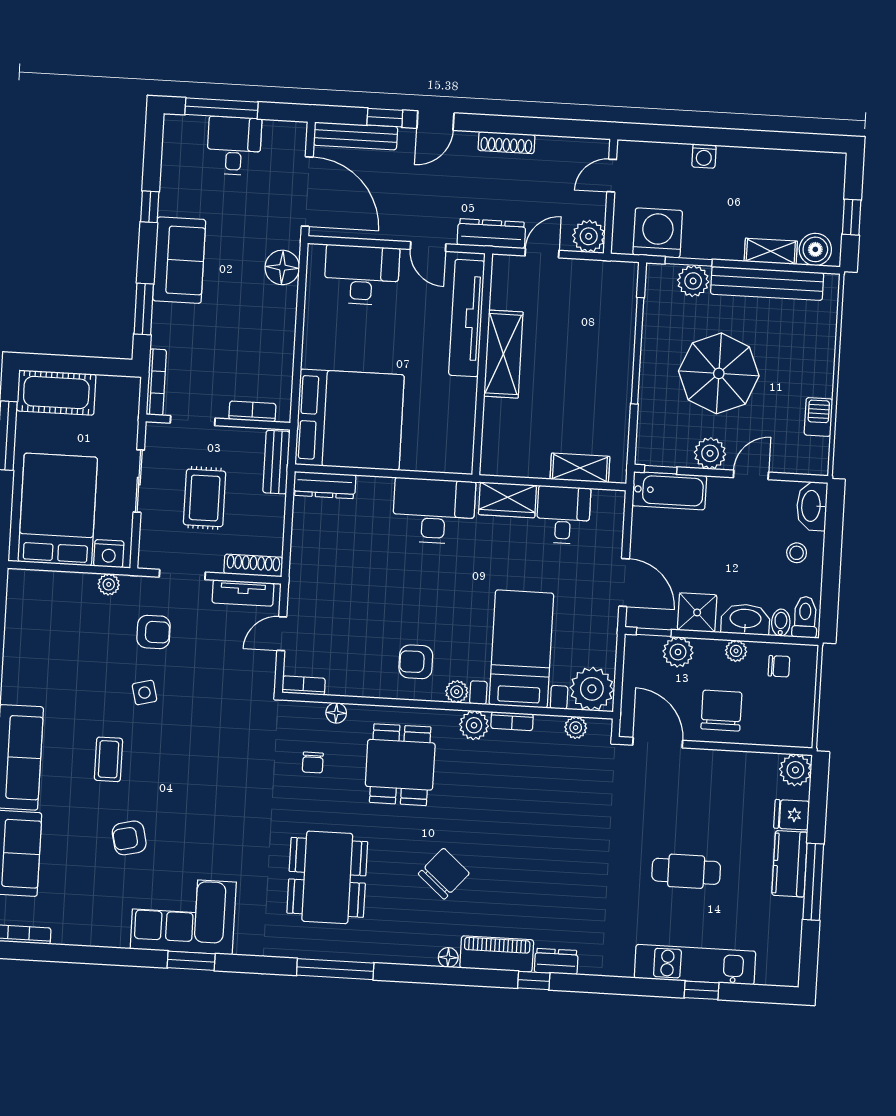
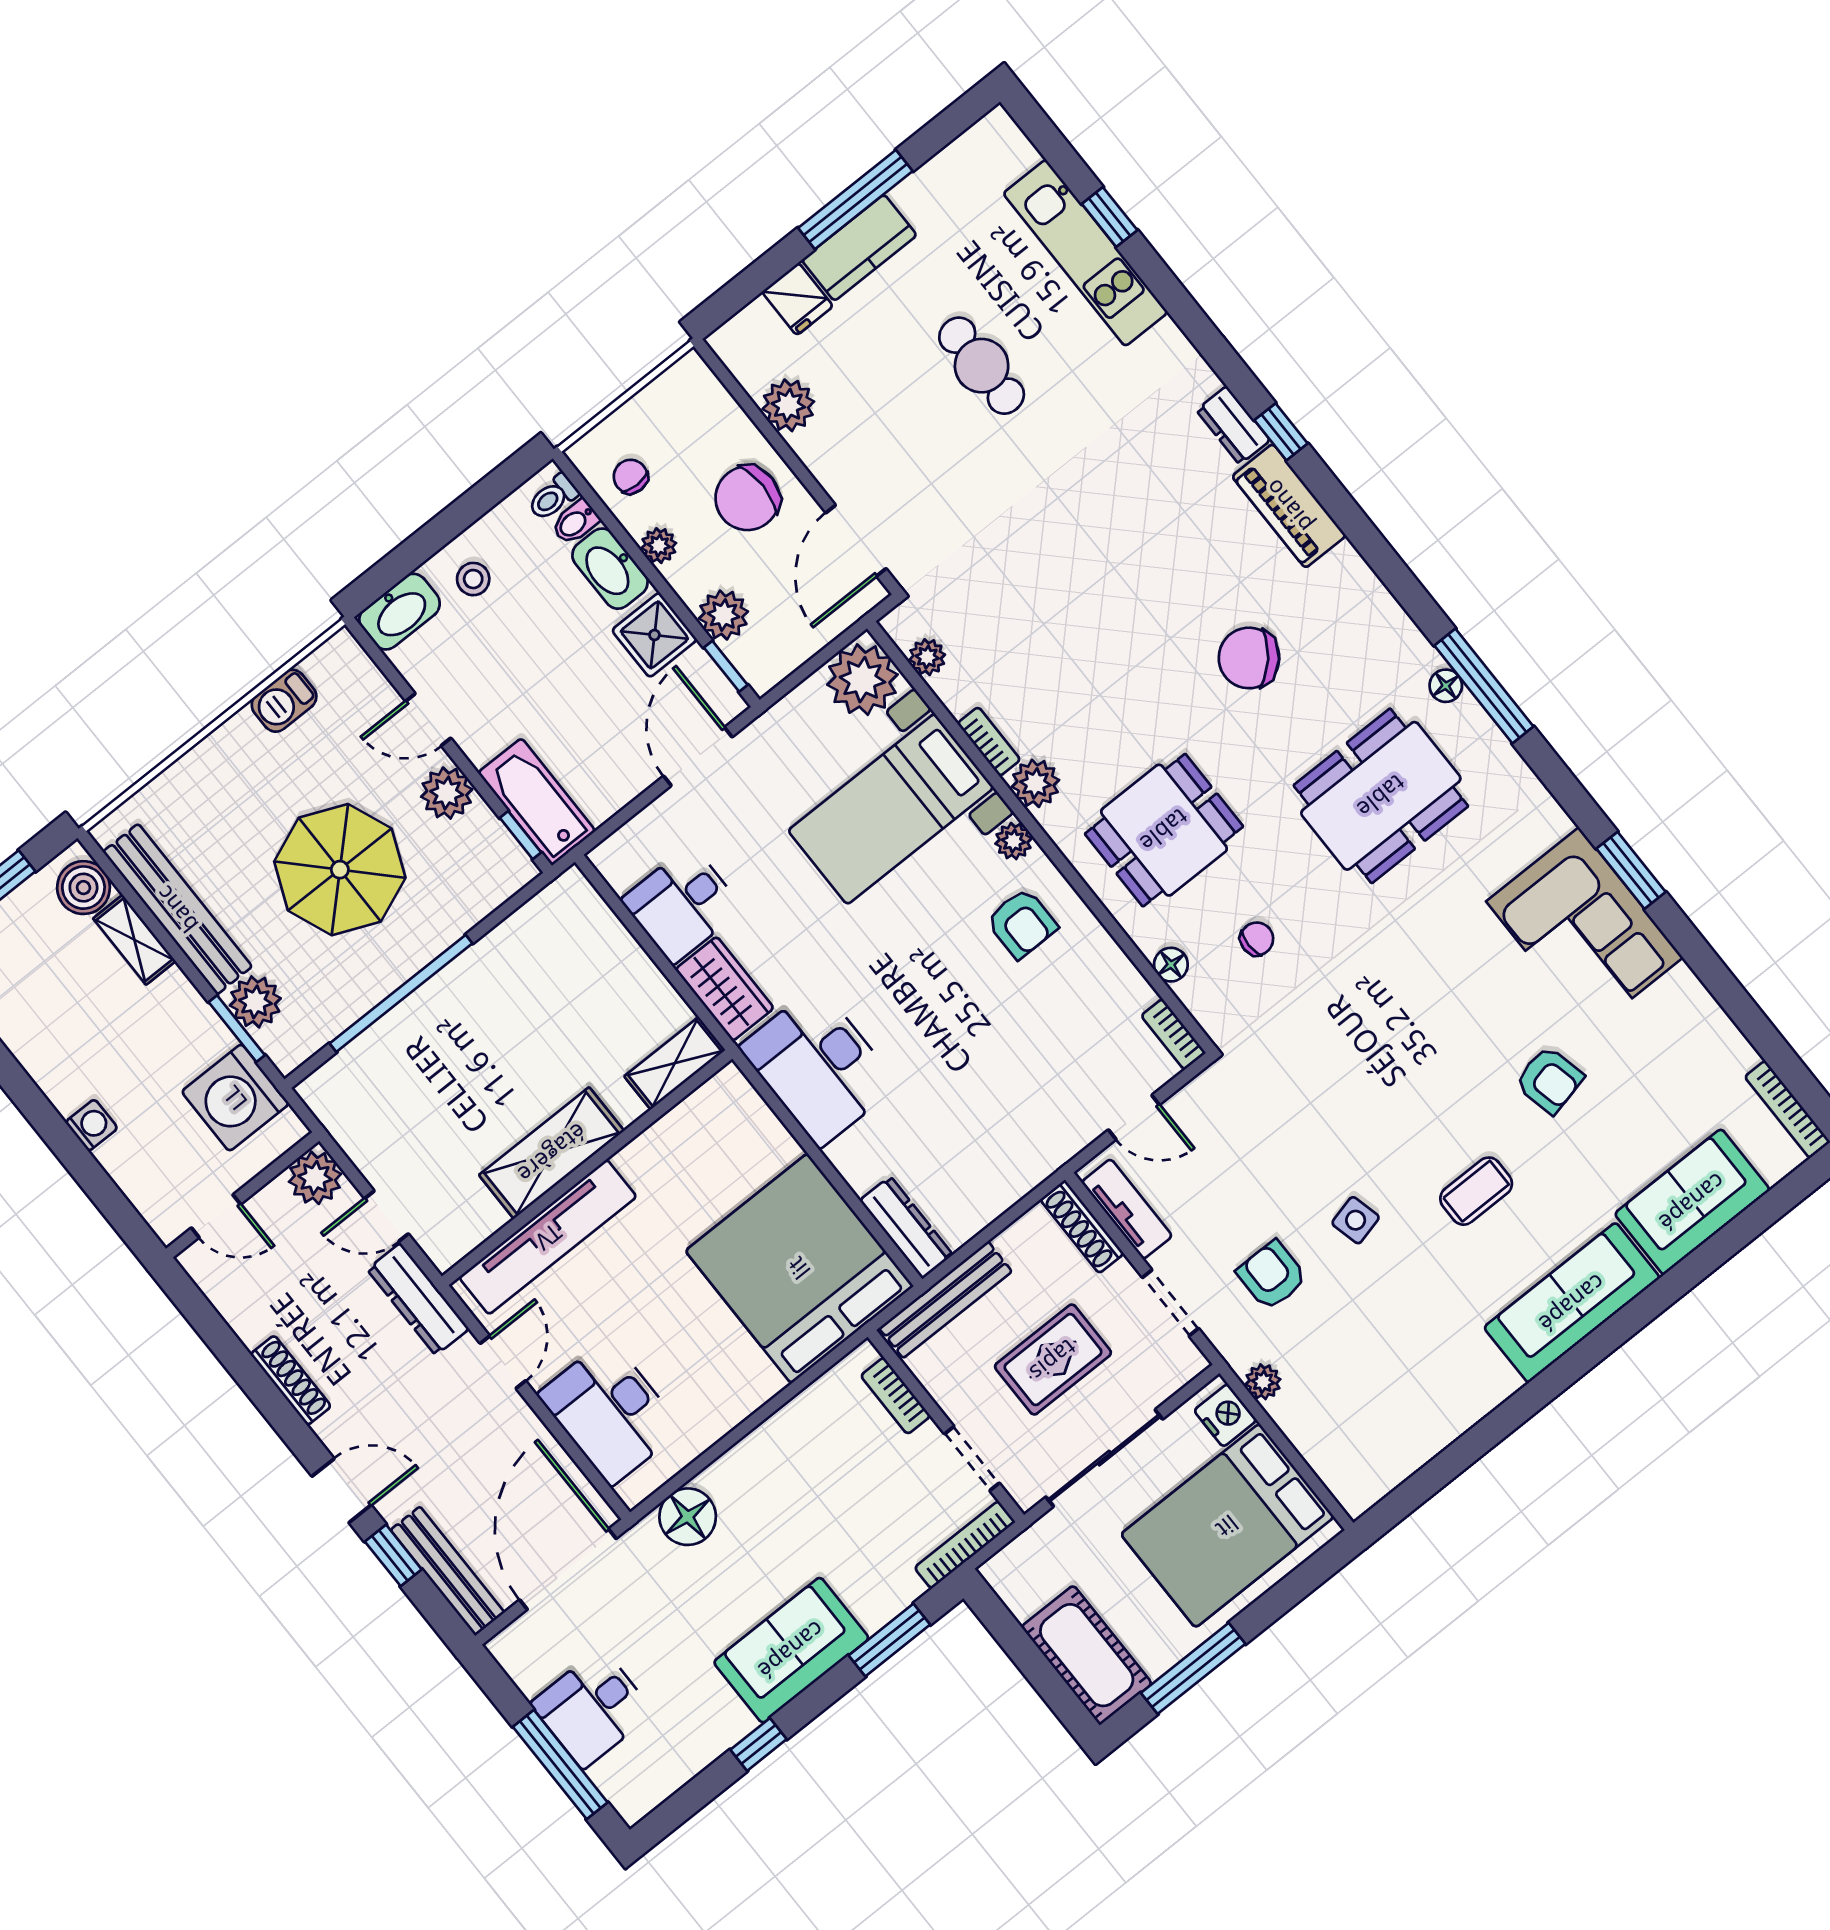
bench: (276, 462) -> (945, 1300), width x1.36
shelving: (580, 468) -> (675, 1063), moved, turned 90
sliding door: (139, 481) -> (1104, 1458), width x1.37
toilet: (805, 617) -> (553, 497), width x0.73, depth x0.72
plant: (795, 770) -> (788, 405), moved
floor lamp: (448, 957) -> (1446, 686), moved

